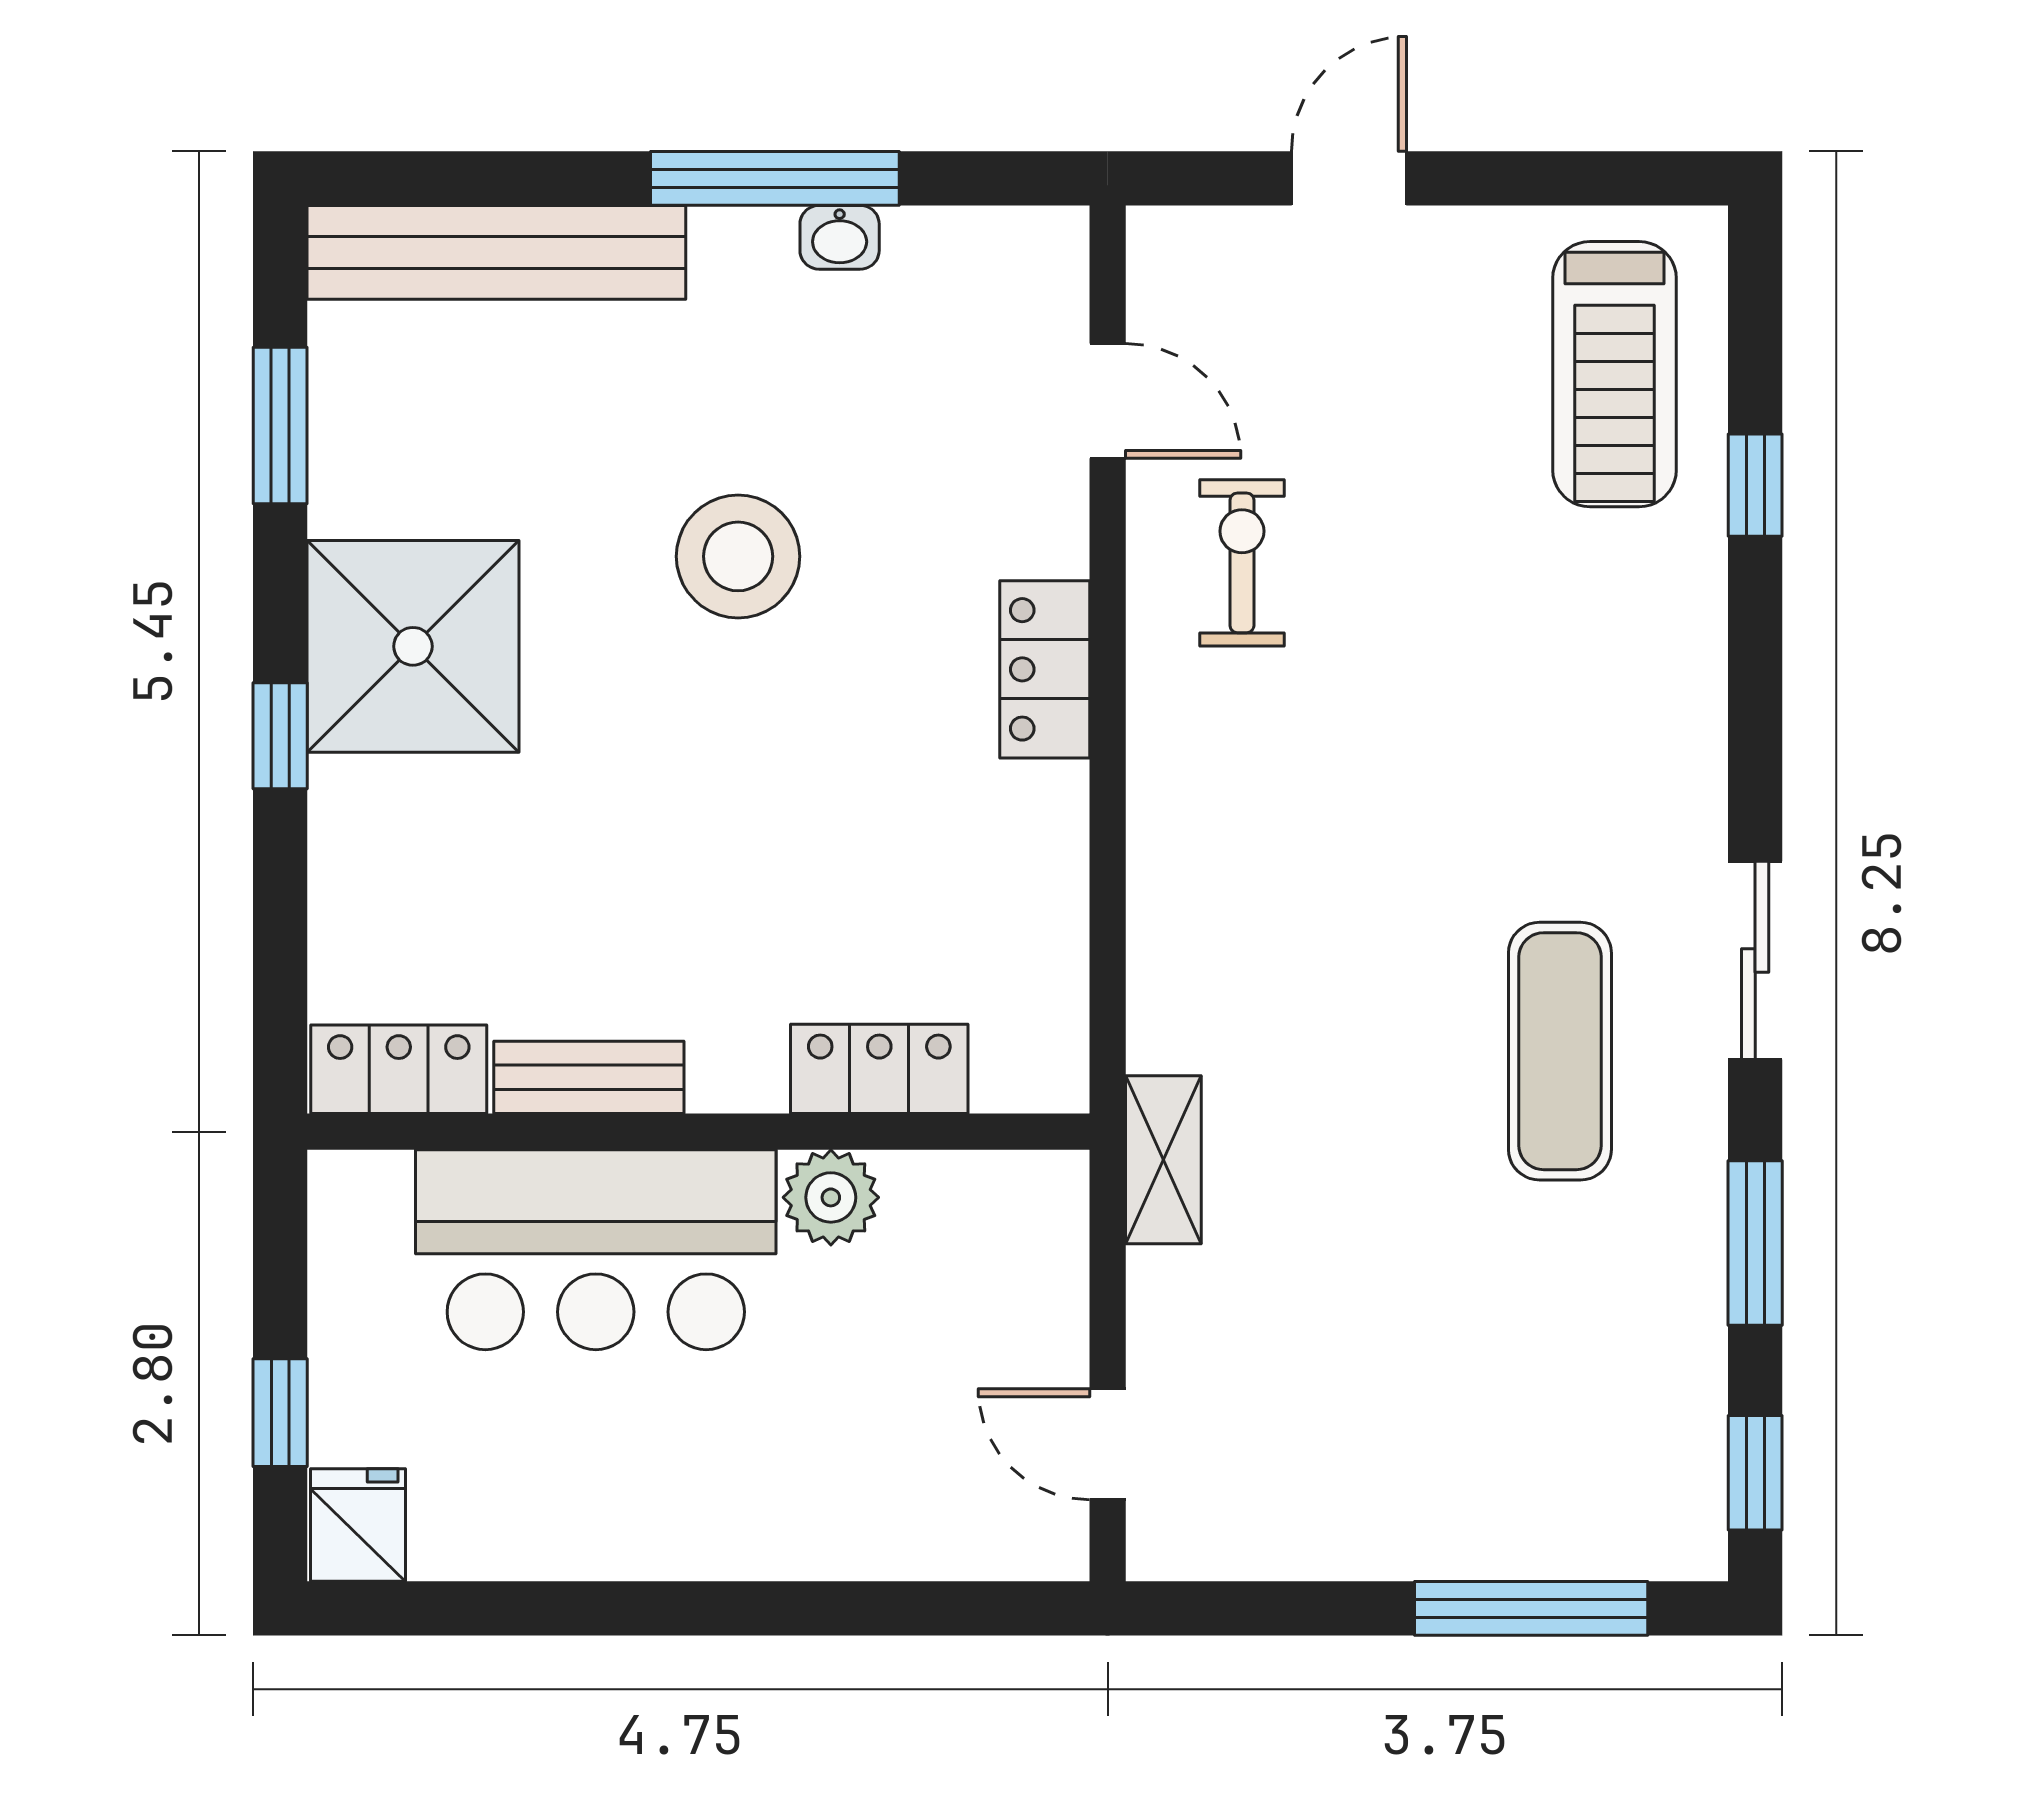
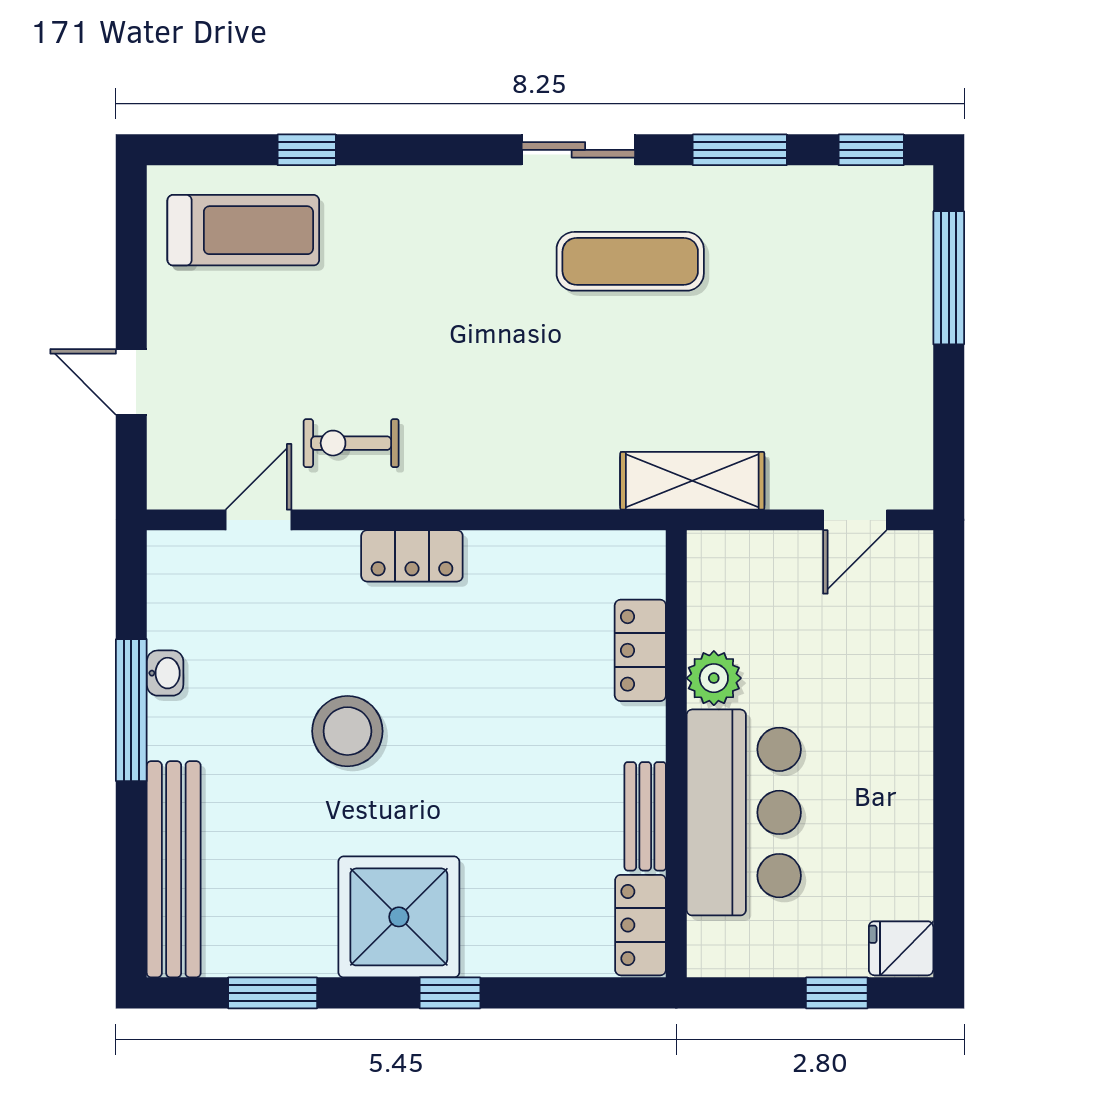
shelving: (1163, 1160) -> (692, 481), width x1.50, depth x1.33

